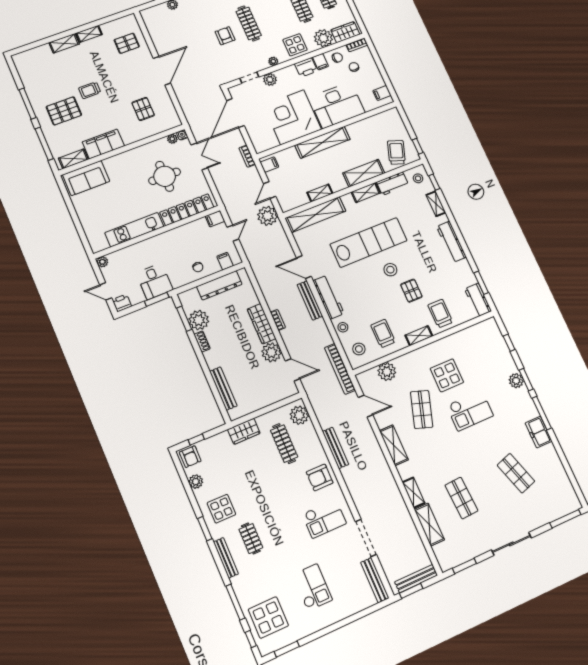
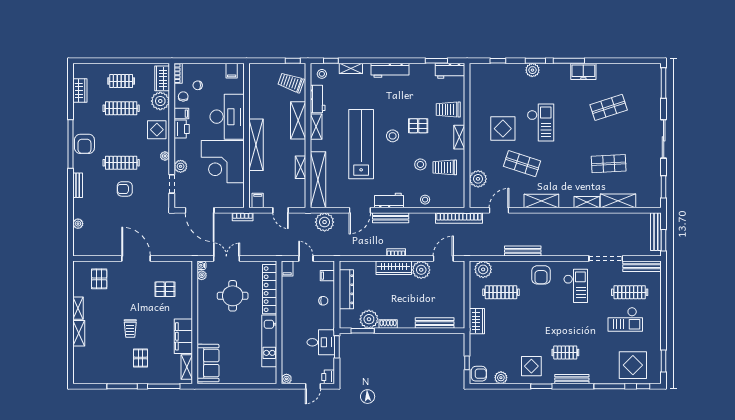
pallet: (64, 111) -> (141, 358), width x0.67, depth x0.71
plant: (267, 216) -> (325, 222), moved
workbench: (328, 297) -> (389, 200), width x0.73
stool: (359, 349) -> (420, 164), moved
clothes rail: (343, 579) -> (630, 292), added
checkout: (313, 587) -> (625, 319), turned 180

